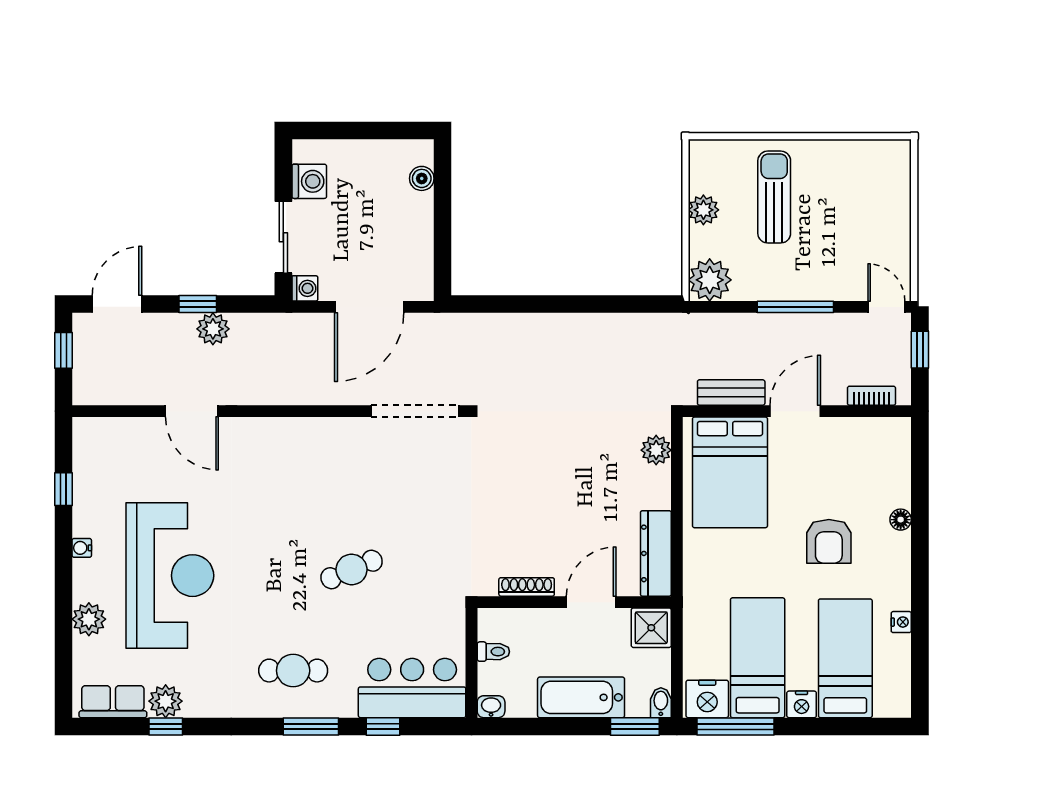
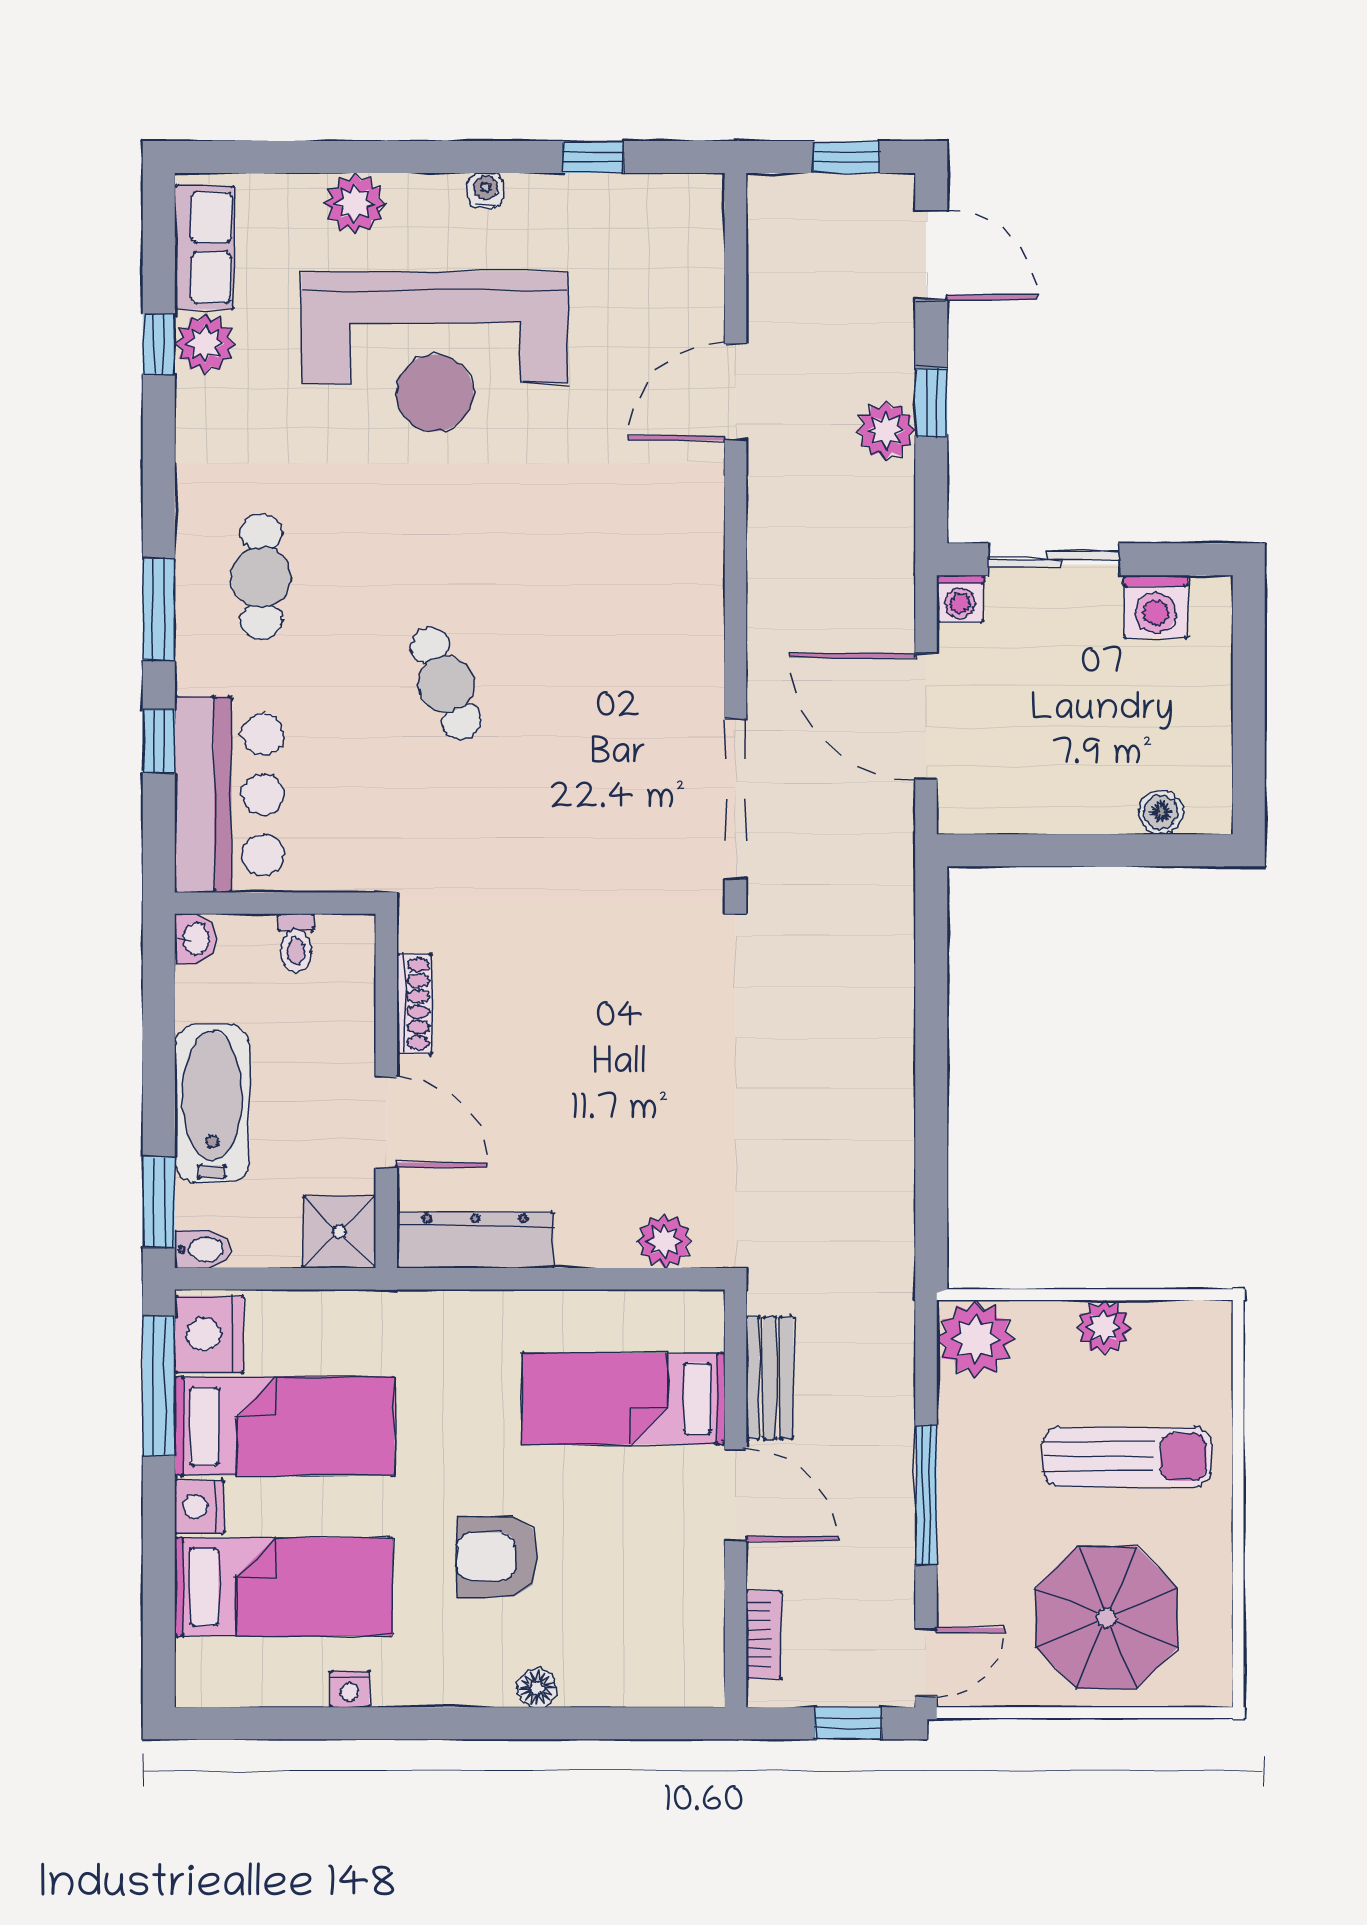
parasol: (862, 208) -> (1107, 1618), added
bed: (730, 472) -> (624, 1399), width x0.67

